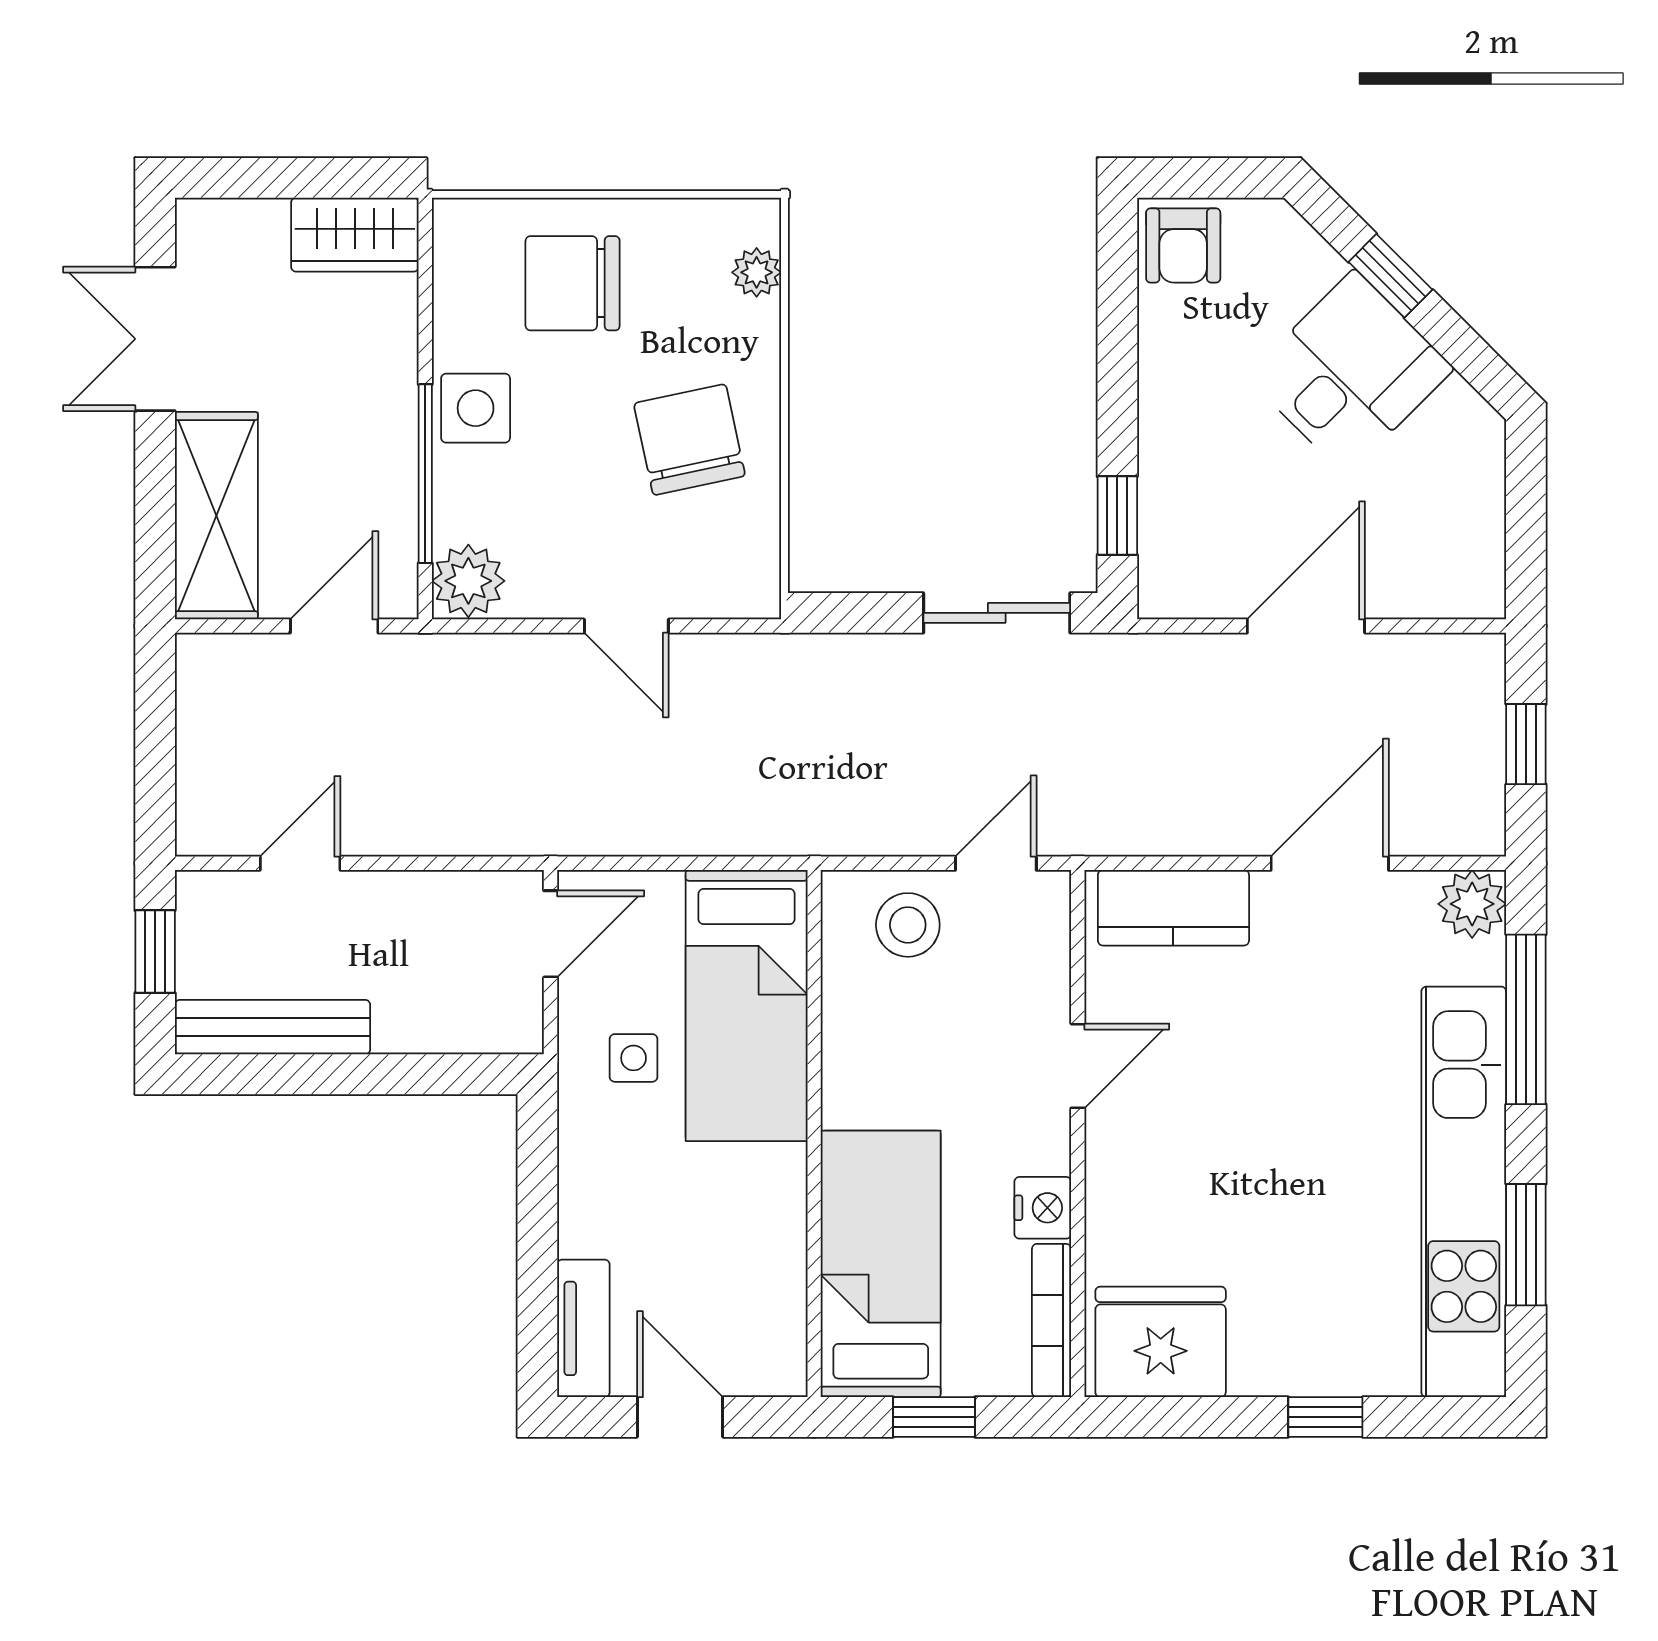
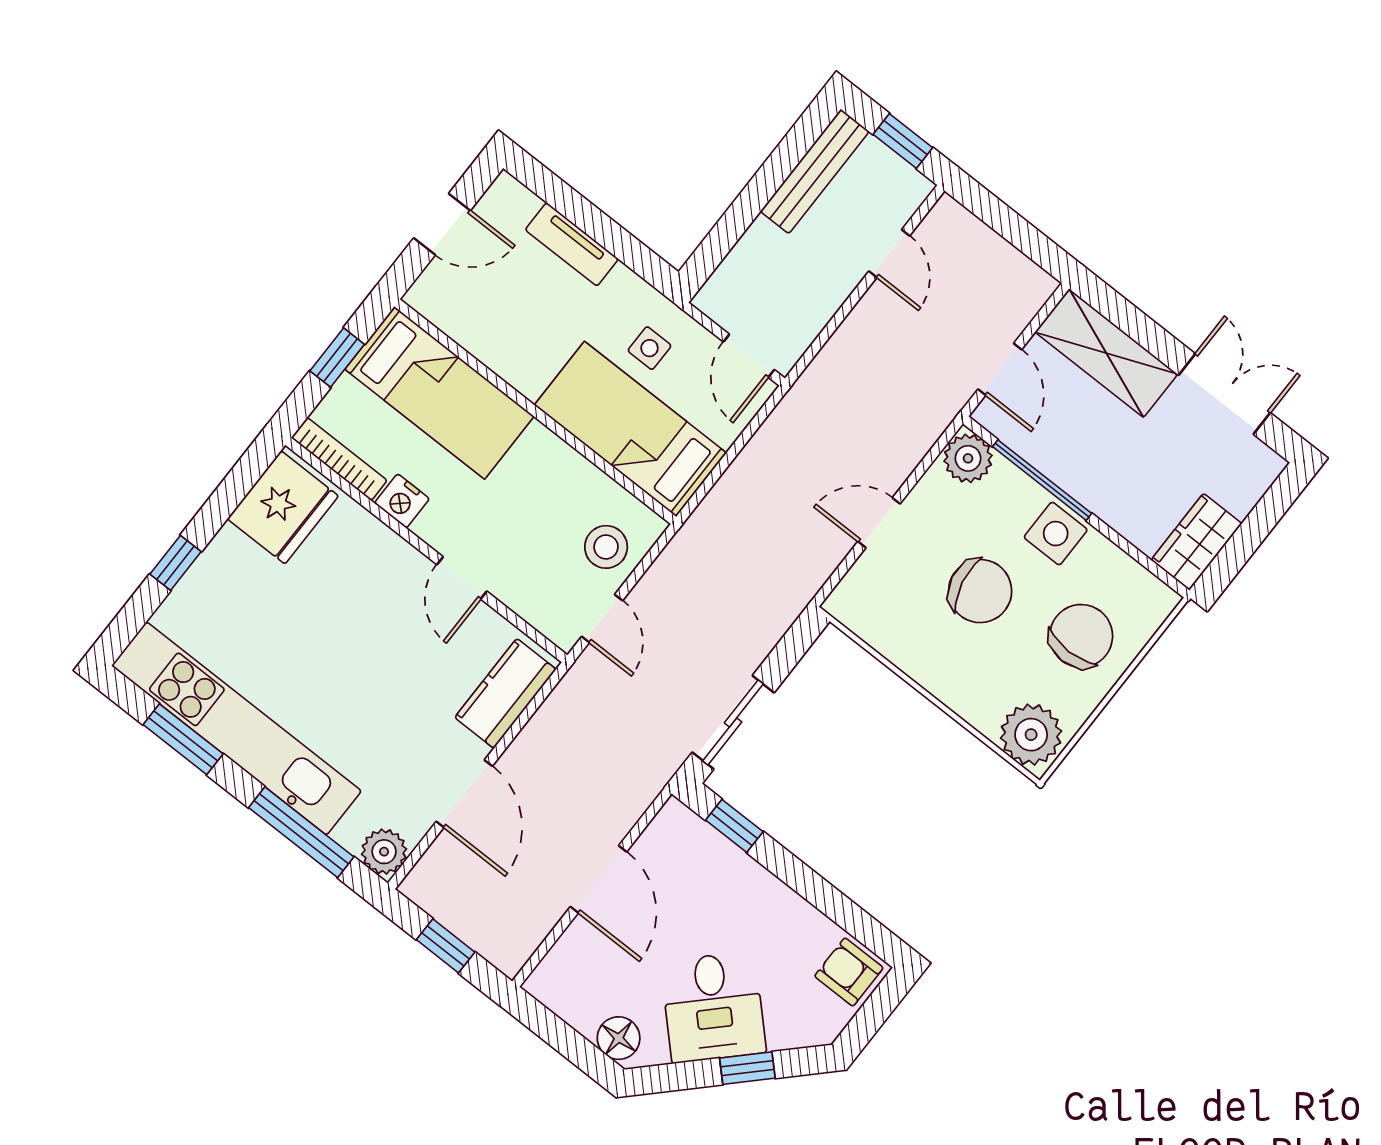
plant: (757, 272) -> (1031, 735), width x1.88, depth x1.88
chair: (689, 440) -> (980, 591), moved
floor lamp: (1474, 455) -> (619, 1038), added
tv unit: (583, 1328) -> (572, 244), moved

